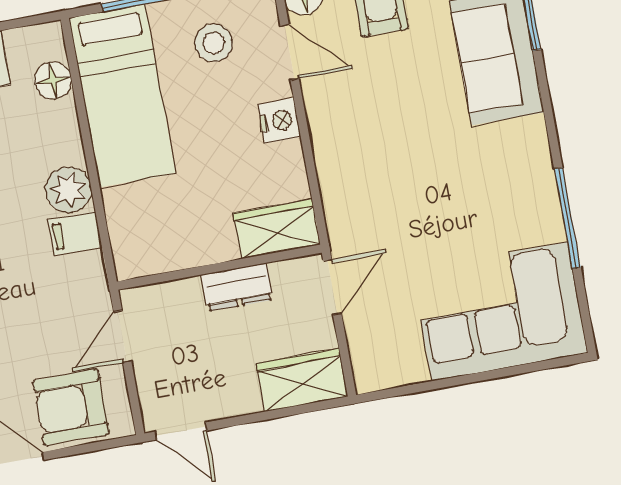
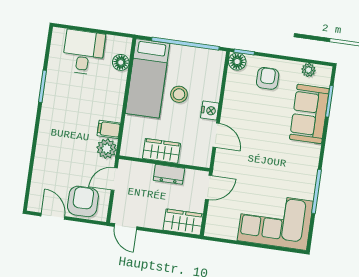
stool: (214, 43) -> (179, 94), moved
door: (290, 52) -> (216, 135), moved
plant: (68, 190) -> (107, 149), moved
wardrobe: (277, 229) -> (161, 151), moved
armchair: (71, 407) -> (83, 201), turned 90

